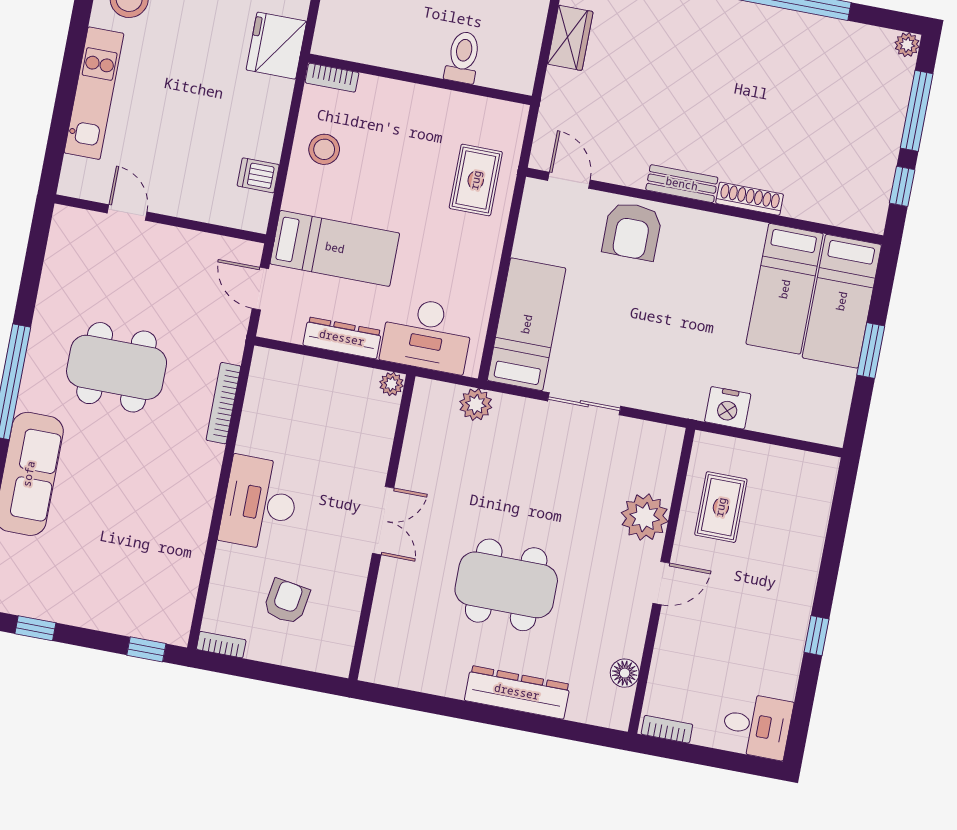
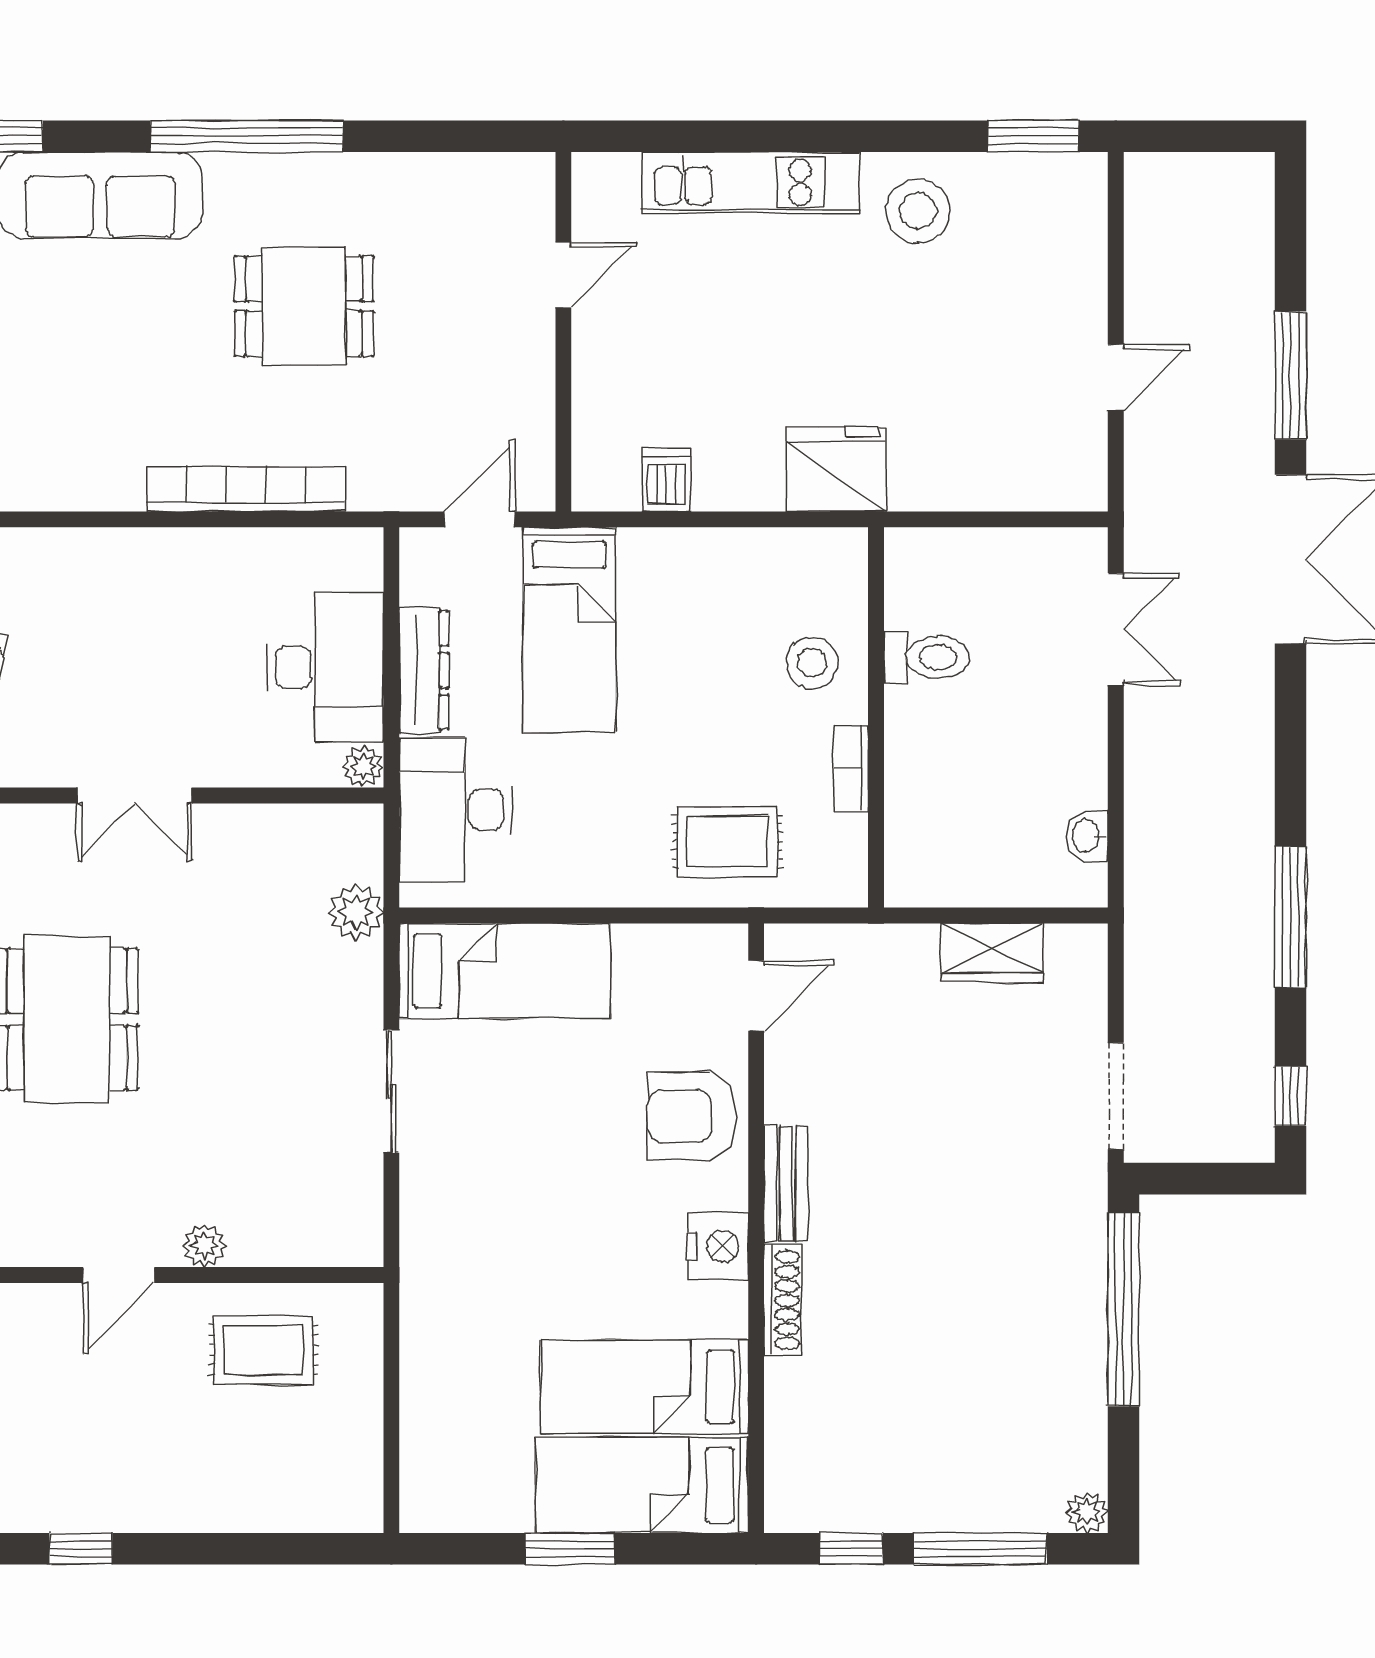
fridge: (276, 46) -> (836, 469), moved
toilet: (463, 57) -> (926, 657), moved
bookcase: (332, 78) -> (851, 768), moved
stool: (324, 149) -> (812, 663), moved
dining table: (117, 367) -> (304, 306), width x0.73
bookcase: (223, 403) -> (246, 489), width x1.48, depth x1.31
nightstand: (728, 408) -> (718, 1246), moved, turned 180
desk: (260, 503) -> (325, 667), moved, turned 90
plant: (645, 517) -> (204, 1246), width x0.53, depth x0.53
door: (661, 583) -> (119, 1275), hinge flipped

